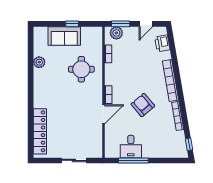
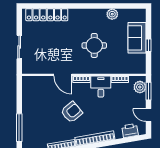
round table: (81, 69) -> (94, 45), moved
desk: (131, 146) -> (101, 87), moved, turned 90
window: (133, 160) -> (19, 128), moved

